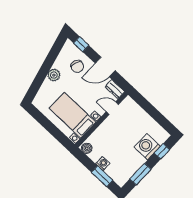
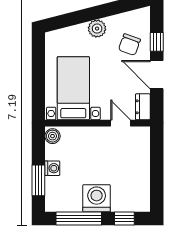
window: (81, 44) -> (157, 42), moved
washing machine: (147, 147) -> (97, 198), moved
window: (140, 174) -> (79, 219), width x1.44

